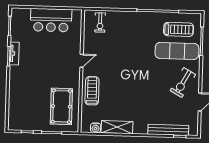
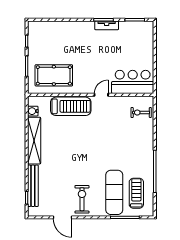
bar counter: (51, 20) -> (133, 82), moved, turned 90
treadmill: (178, 29) -> (136, 193), turned 180
door: (82, 61) -> (101, 95), swing flipped
exercise bike: (183, 83) -> (82, 199), turned 61
treadmill: (92, 91) -> (71, 106), width x1.37, depth x1.38
shelving: (117, 127) -> (34, 141), width x1.47

